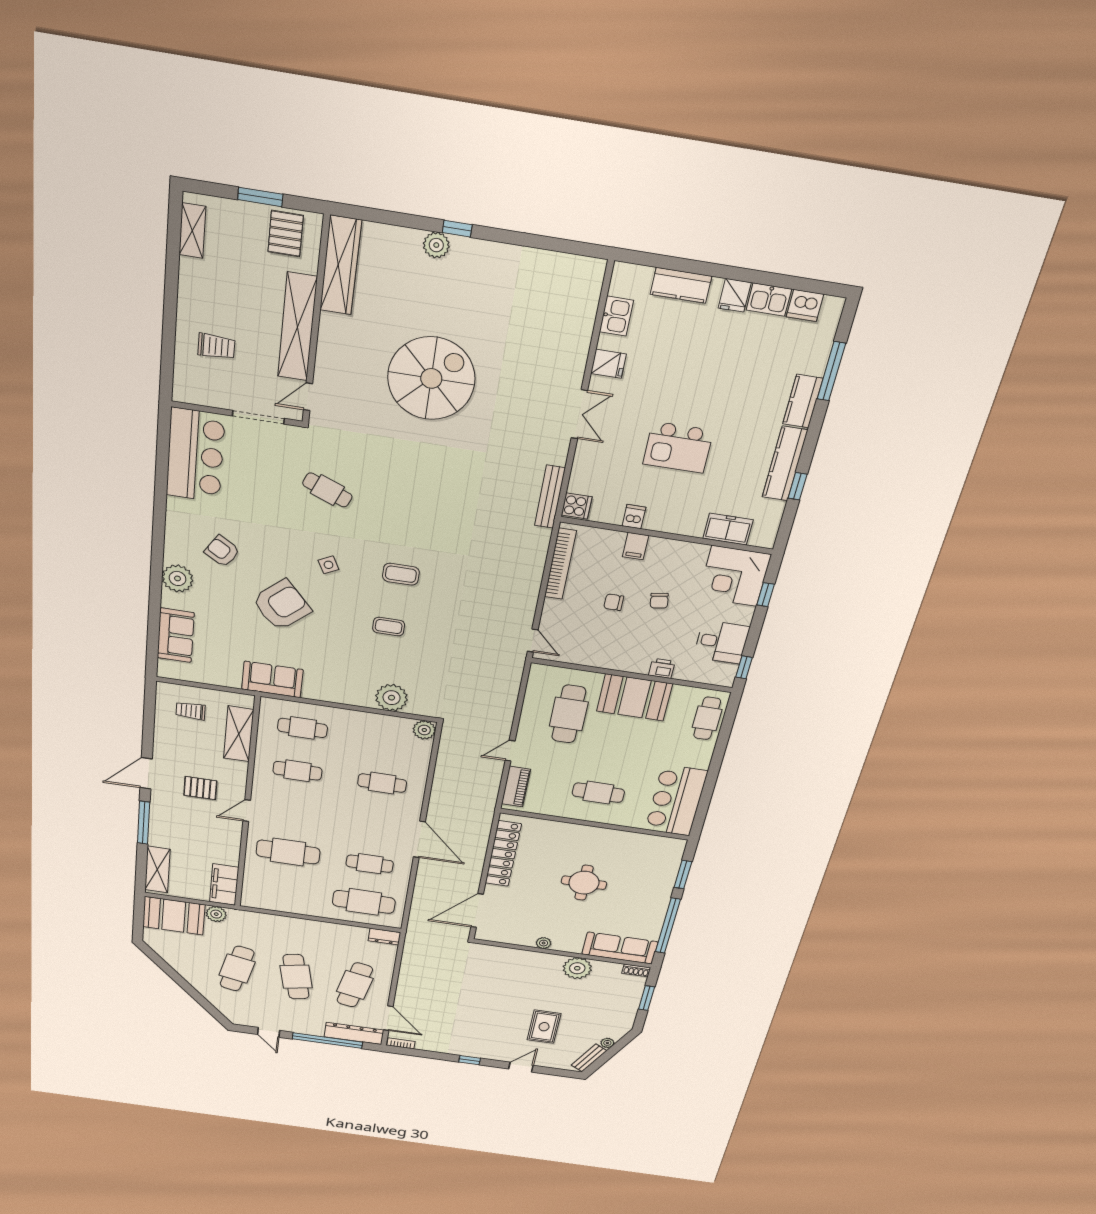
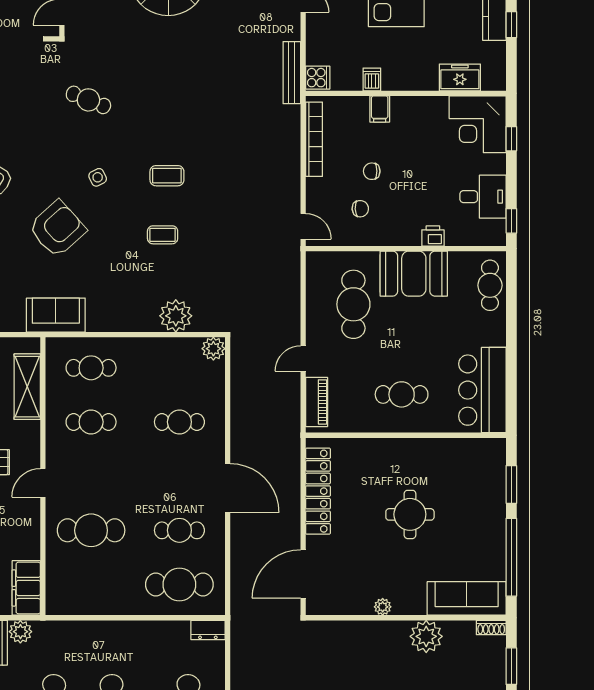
chair: (659, 601) -> (360, 209), moved, turned -84

